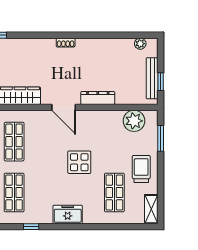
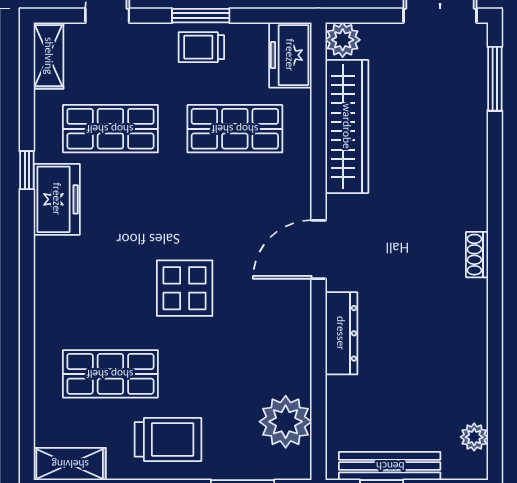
freezer: (68, 214) -> (57, 199), moved

